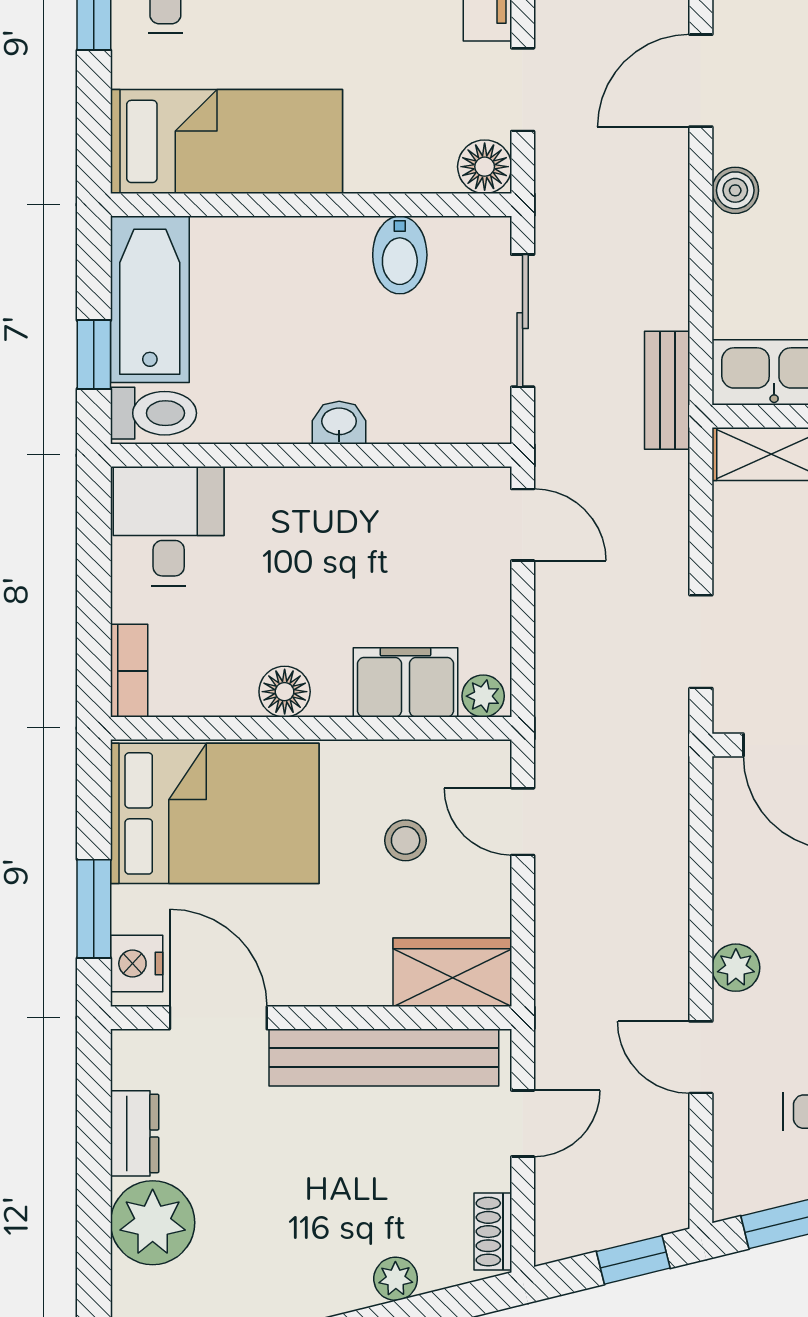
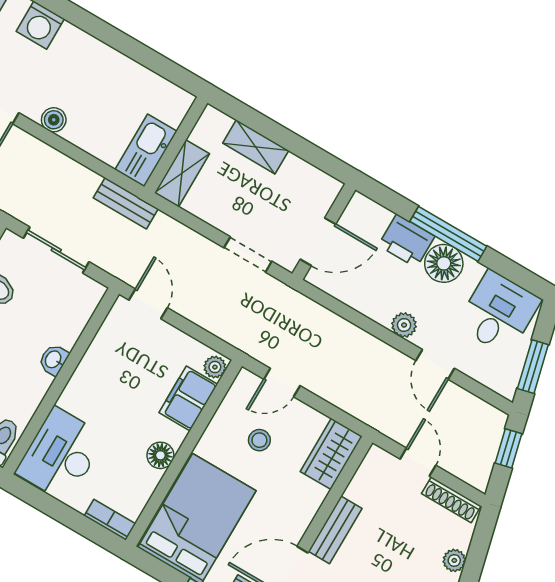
door: (523, 525) -> (148, 304), hinge flipped
desk: (169, 526) -> (61, 454), width x1.37
bench: (384, 1057) -> (335, 530), width x0.54, depth x0.82
door: (701, 1057) -> (435, 364), hinge flipped
shoe rack: (493, 1232) -> (451, 500), width x1.43

